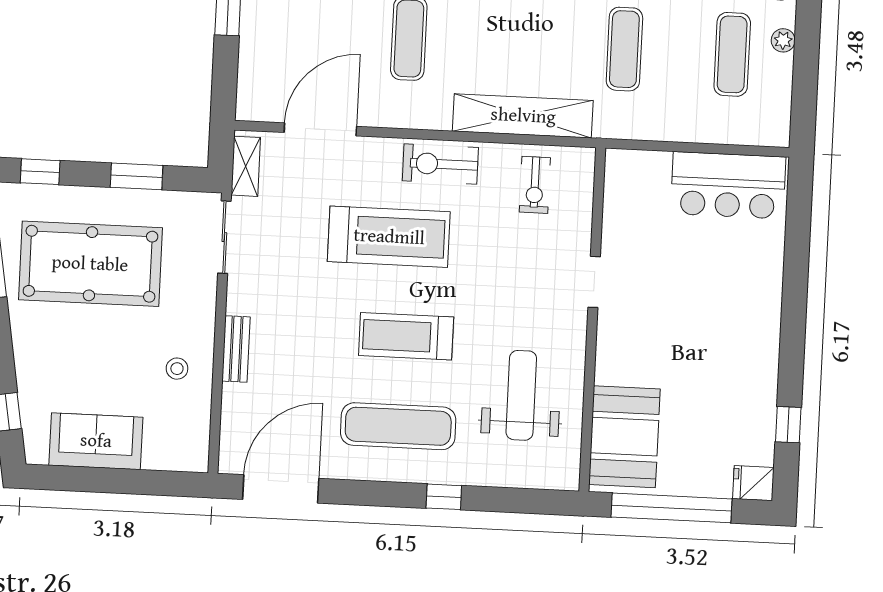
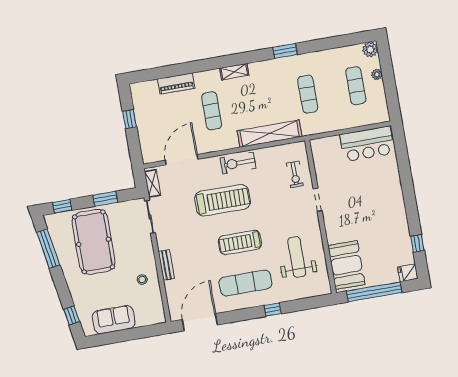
exercise bike: (535, 185) -> (295, 174), moved
pool table: (90, 264) -> (94, 242), turned 90

